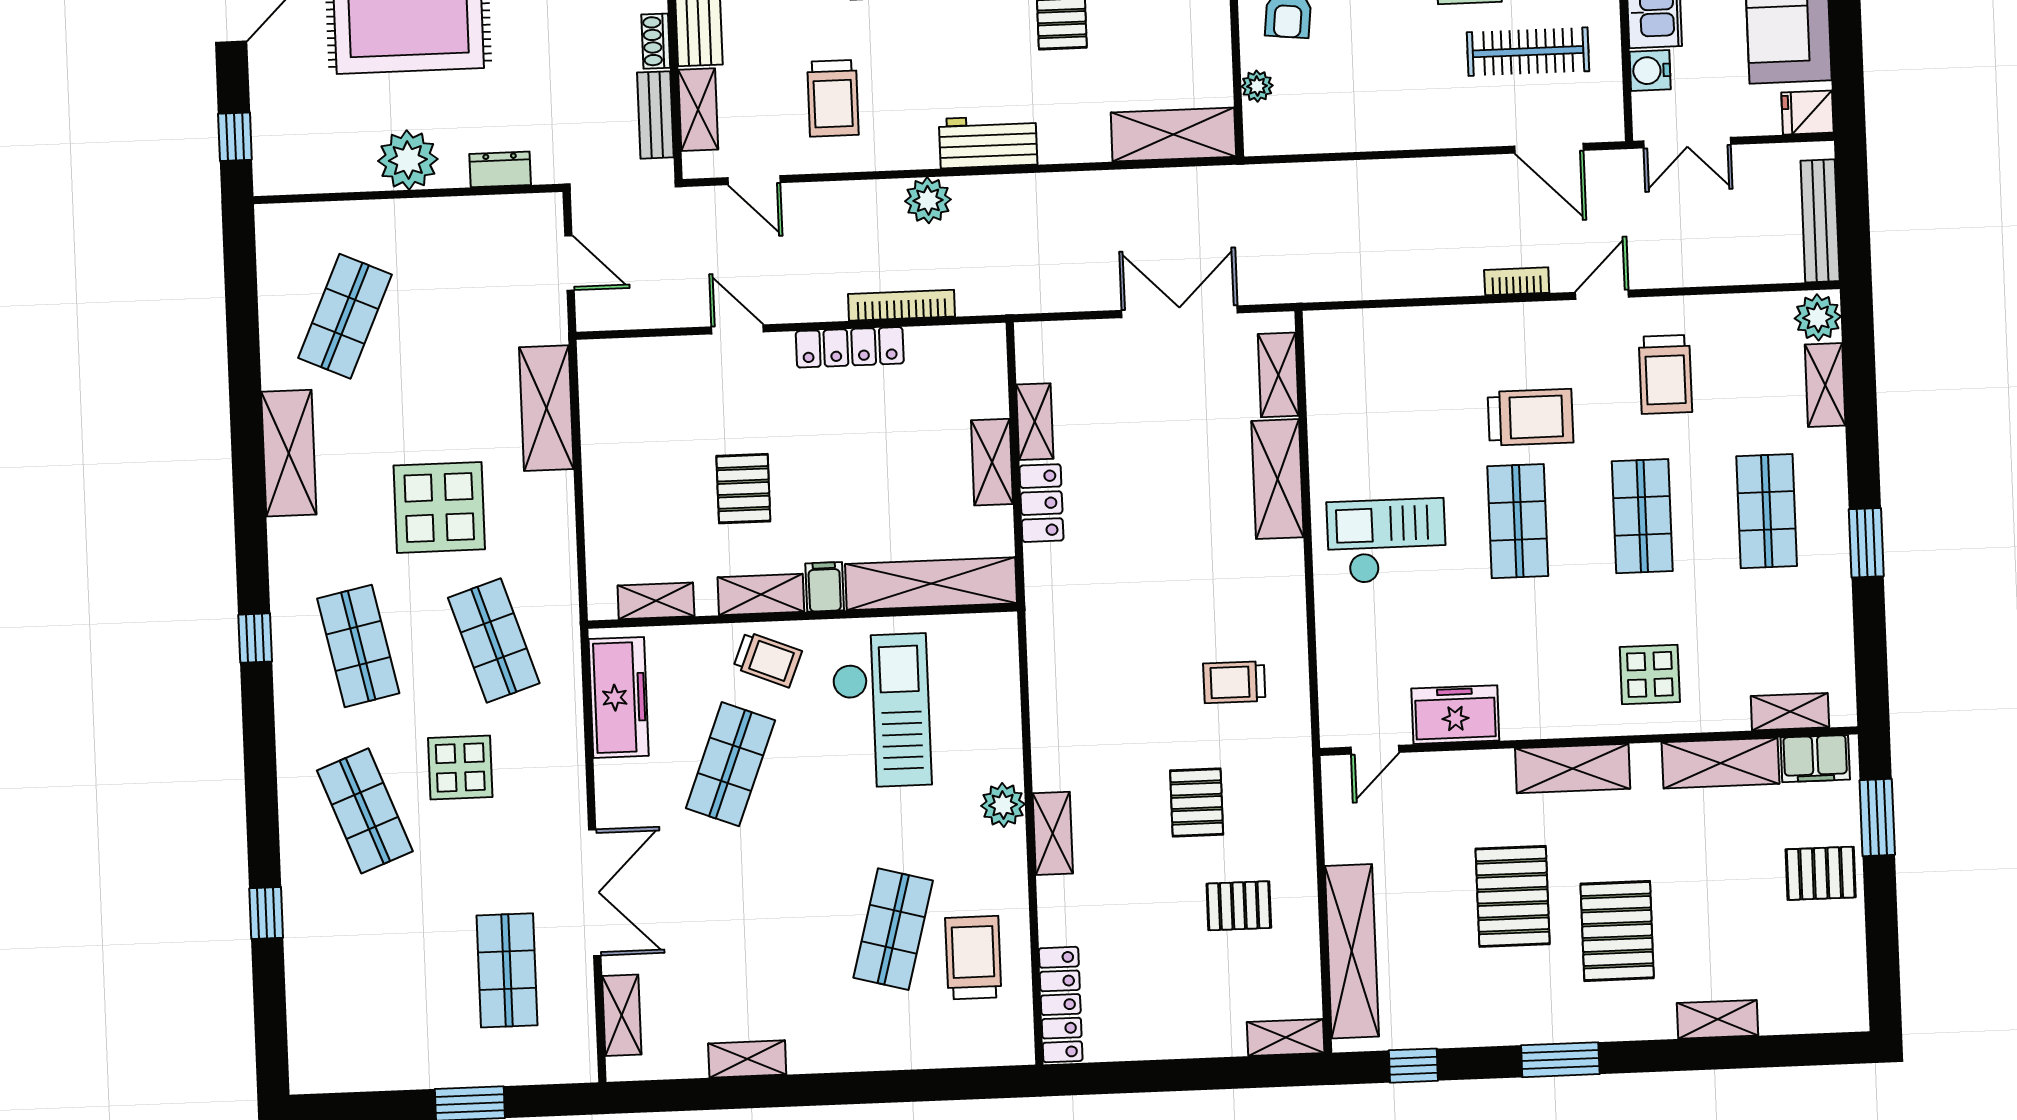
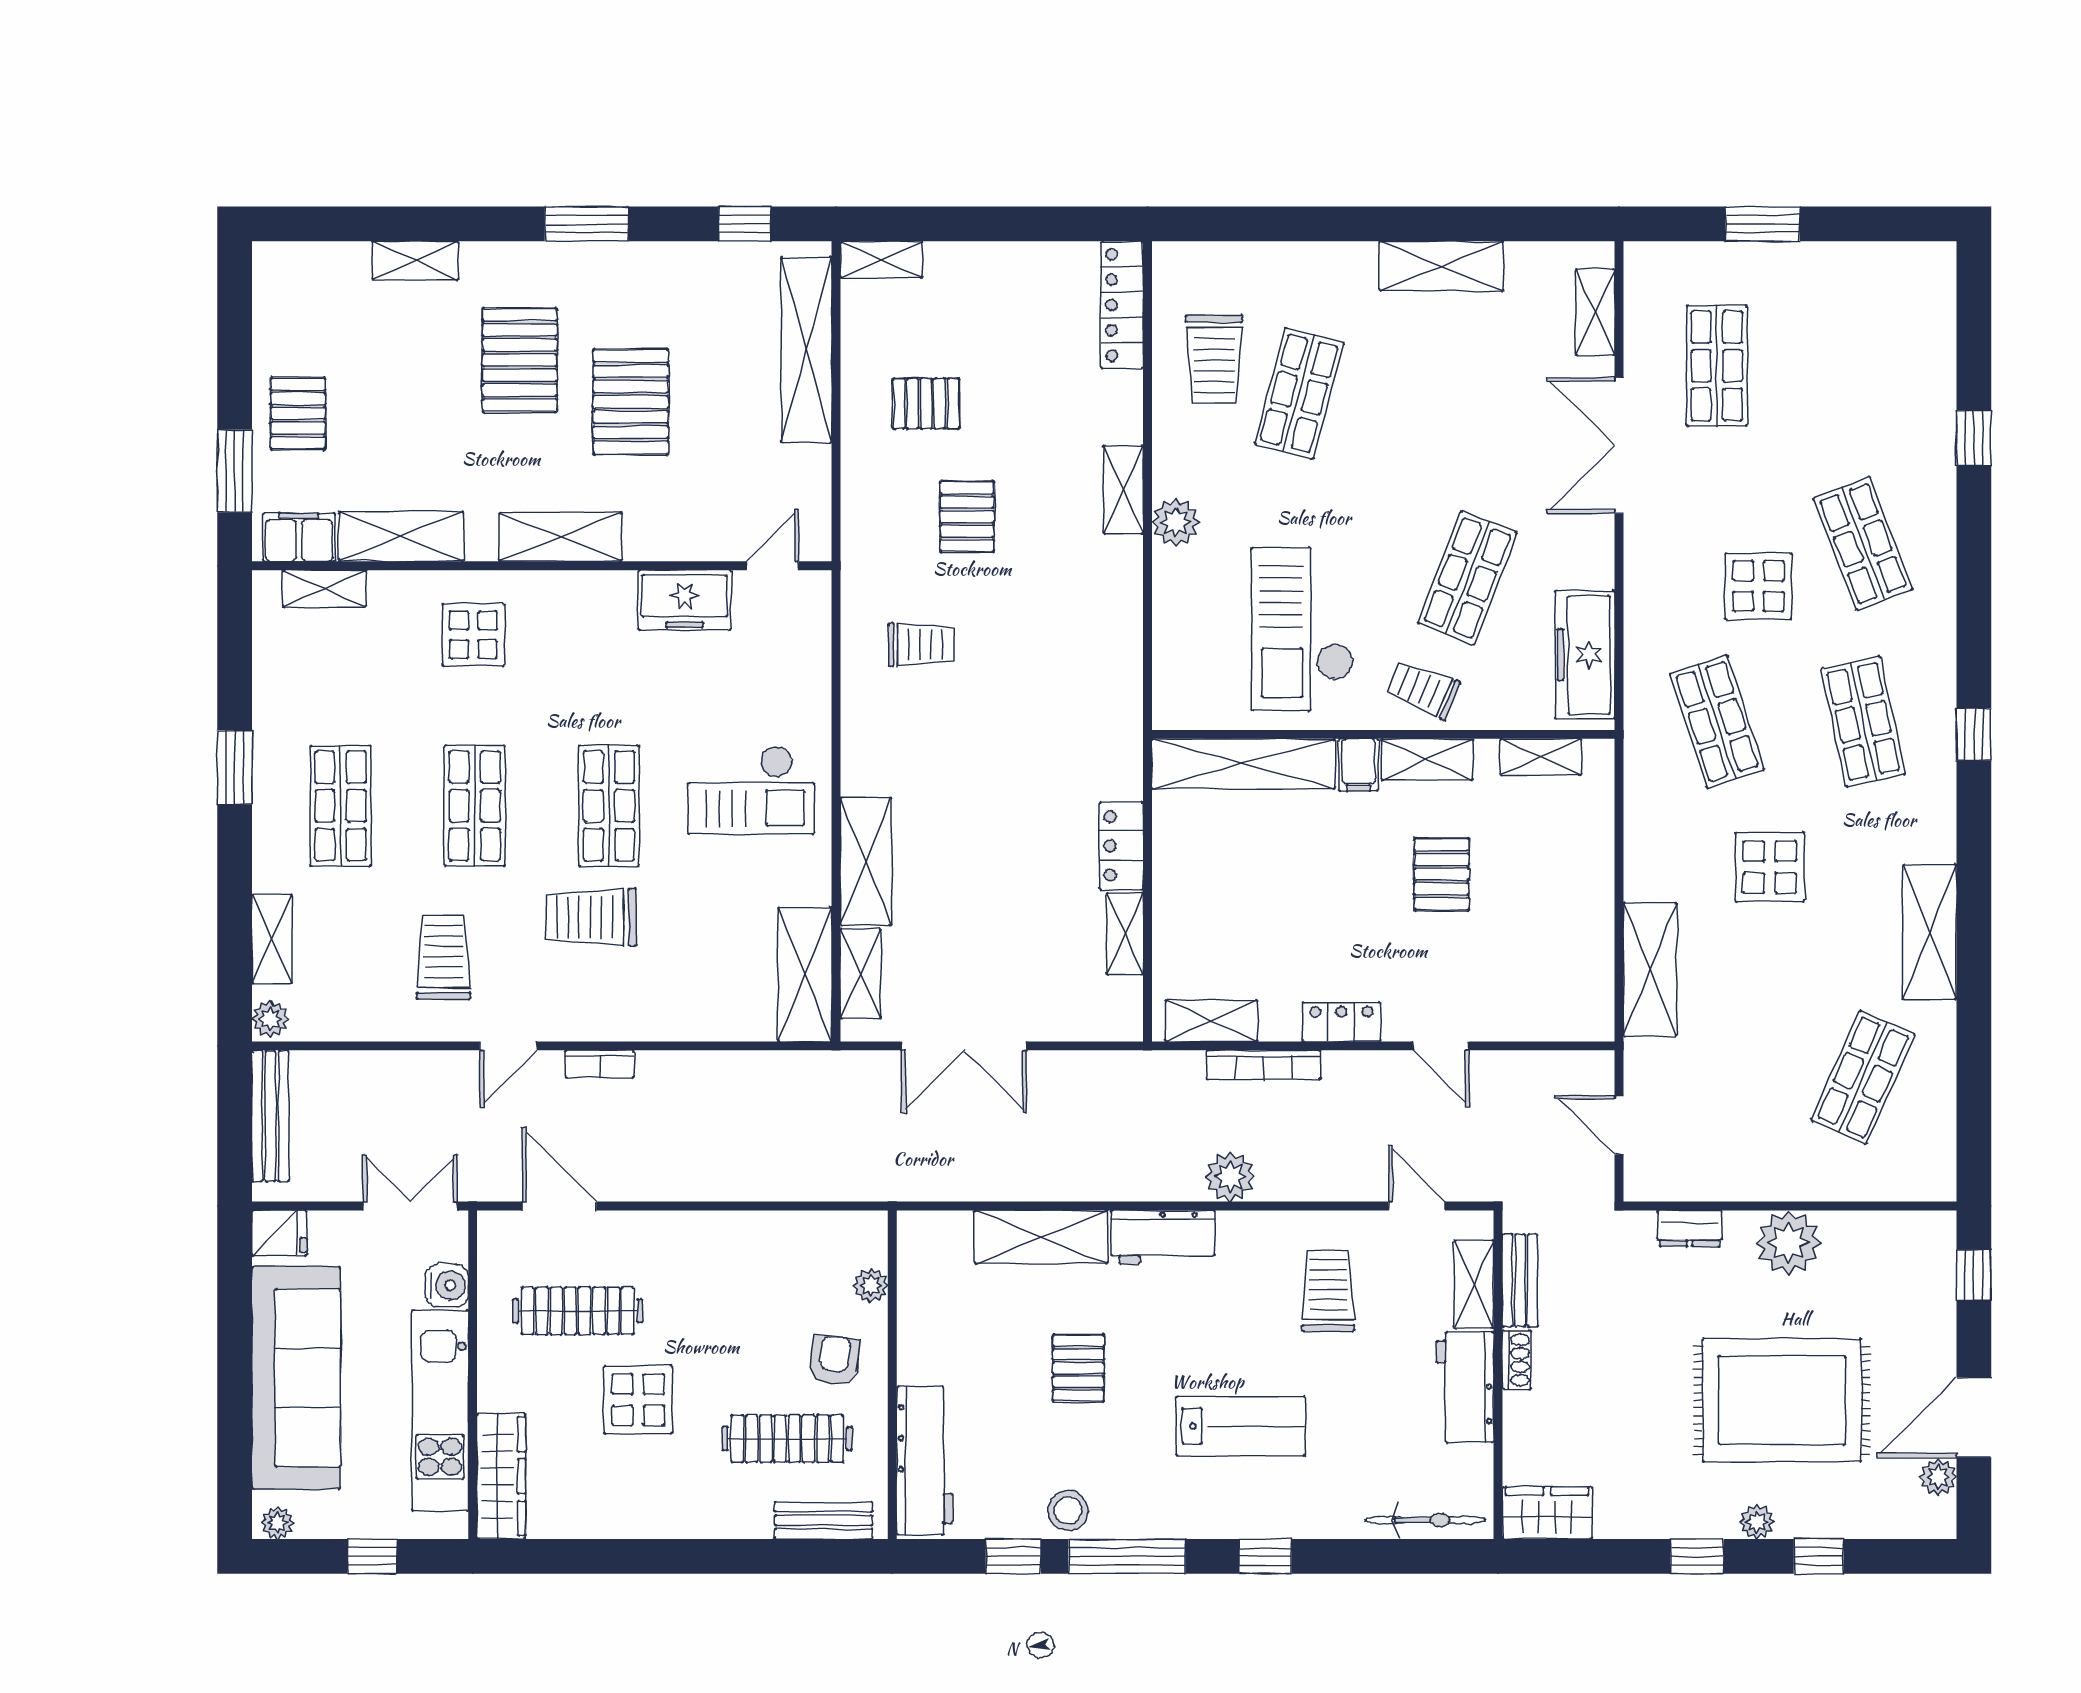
shelving: (1173, 135) -> (1041, 1237), moved
plant: (1818, 317) -> (270, 1019), width x0.73, depth x0.73
locker: (850, 347) -> (1341, 1022), width x0.66
shelving: (1330, 372) -> (805, 974), added
shelving: (992, 462) -> (1211, 1021), moved, turned 90
display table: (439, 507) -> (1770, 867), width x0.73, depth x0.73
pallet: (1821, 873) -> (298, 413), turned 90
shelving: (747, 1059) -> (1441, 266), width x1.50, depth x1.33

